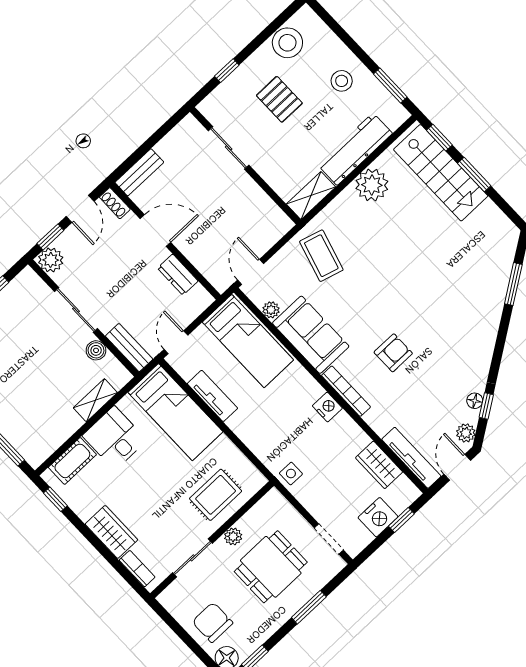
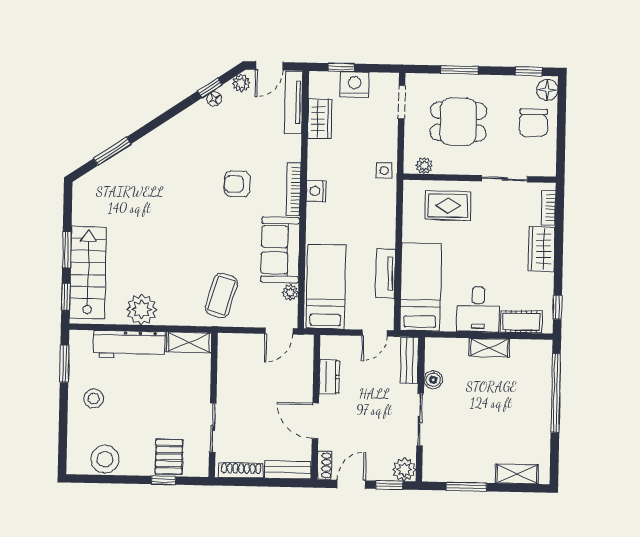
pallet: (279, 99) -> (169, 457), moved
shoe rack: (175, 137) -> (241, 470), added
shelving: (95, 400) -> (489, 348), moved
plant: (233, 536) -> (424, 166), moved

